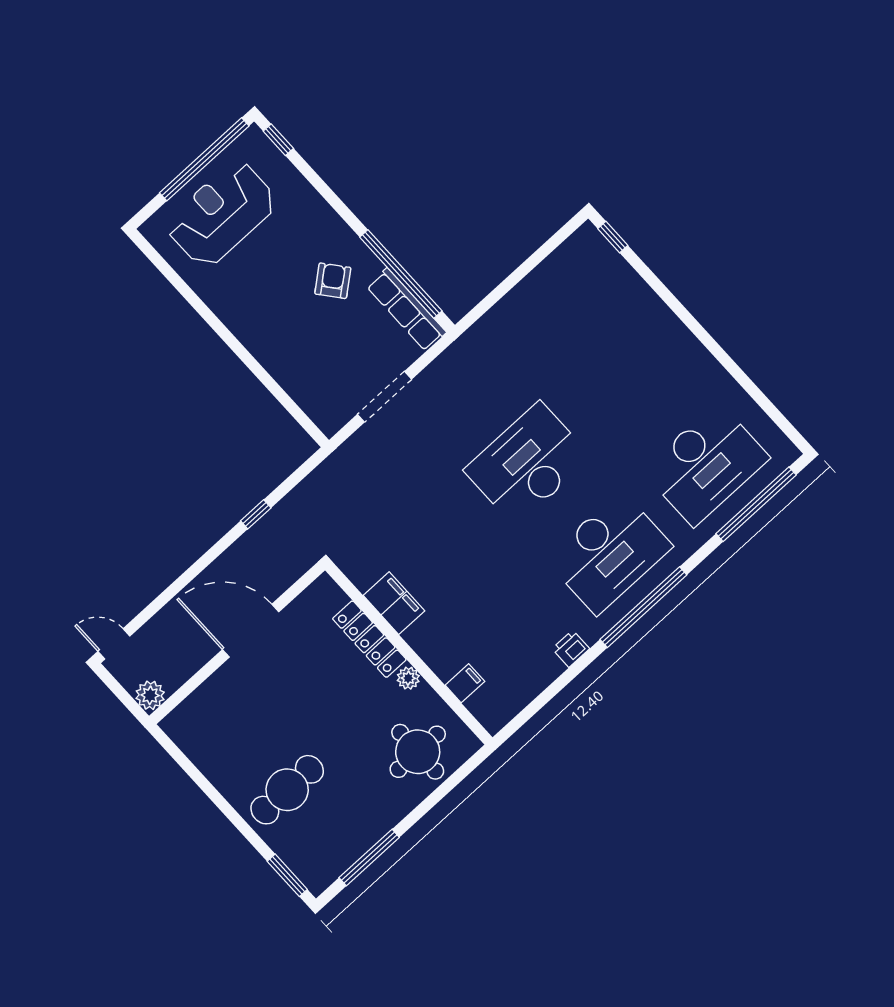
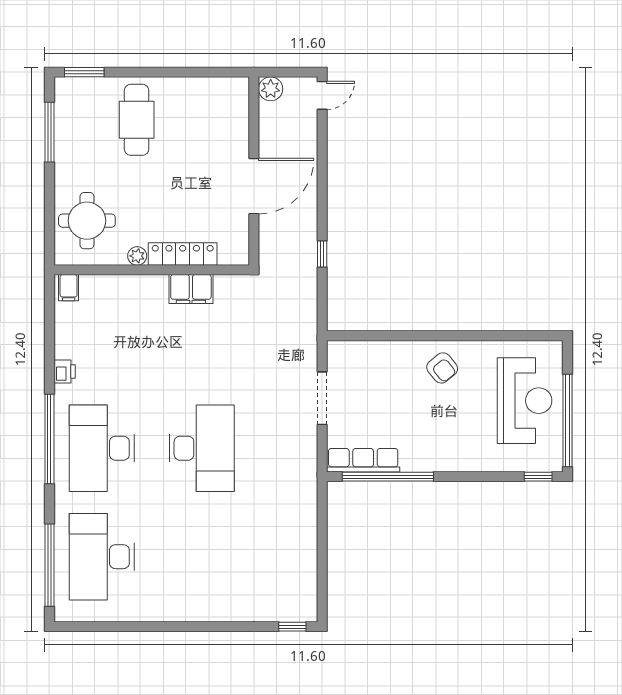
armchair: (333, 281) -> (442, 368), moved
filing cabinet: (465, 683) -> (69, 288), moved

